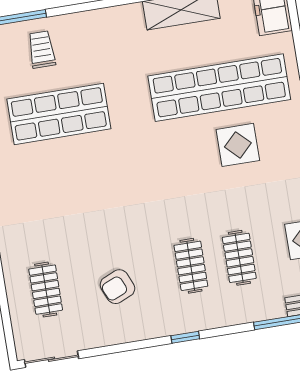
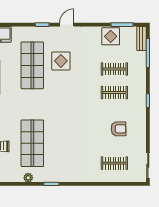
shop shelf: (219, 88) -> (32, 65), width x0.71
armchair: (117, 287) -> (119, 129), turned -68

